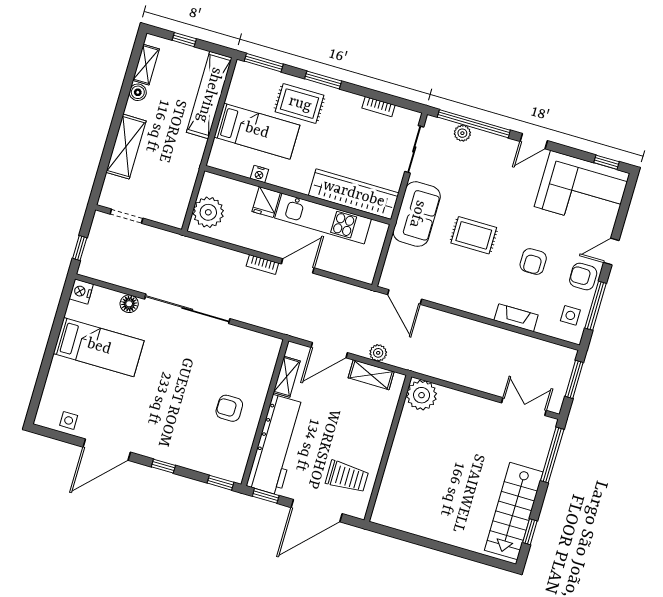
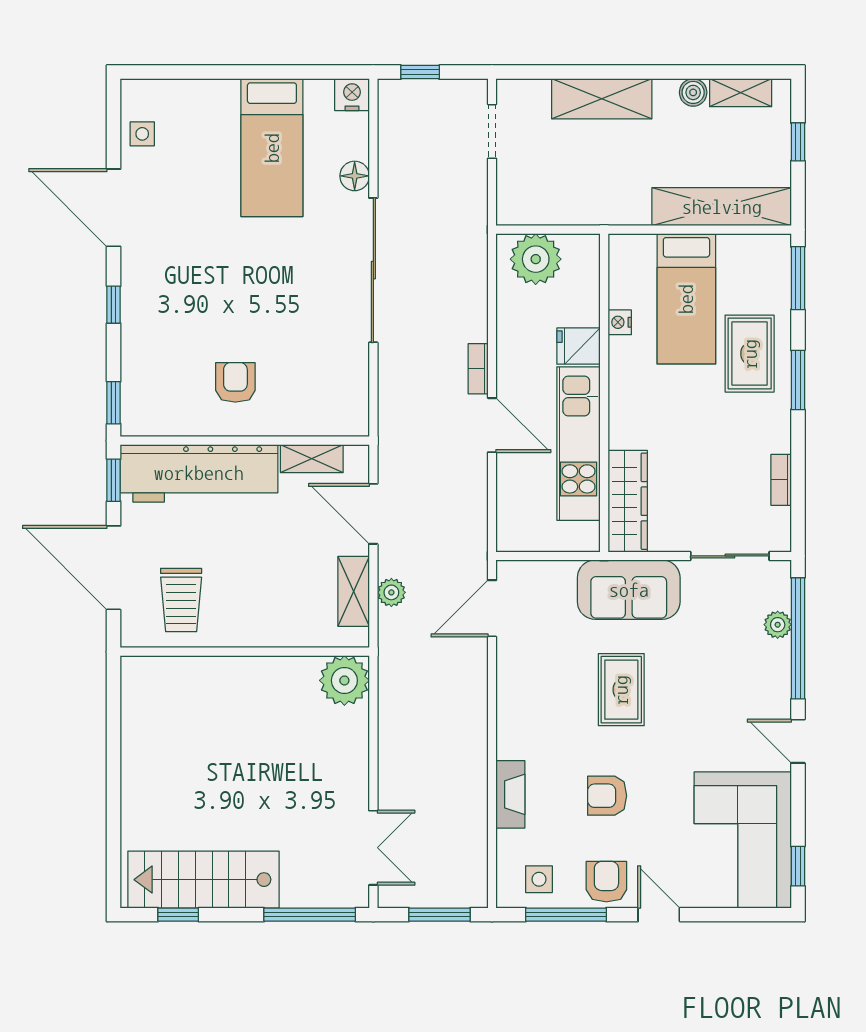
wardrobe: (354, 194) -> (628, 501), width x0.71, depth x0.85

